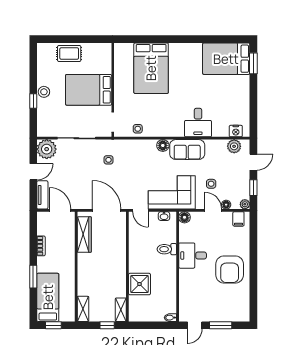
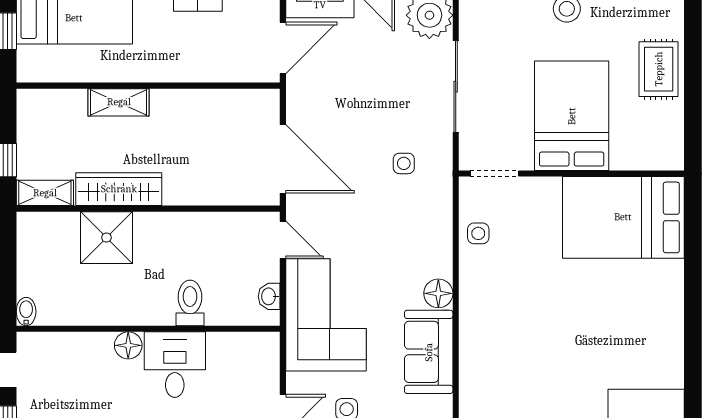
bed: (151, 68) -> (623, 217), moved
desk: (198, 123) -> (493, 378), removed
door: (107, 210) -> (283, 159), hinge flipped
door: (140, 210) -> (283, 240), swing flipped
floor lamp: (184, 217) -> (128, 345), moved
wardrobe: (84, 235) -> (119, 189), moved, turned 180
shelving: (83, 309) -> (119, 102), moved

